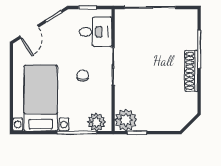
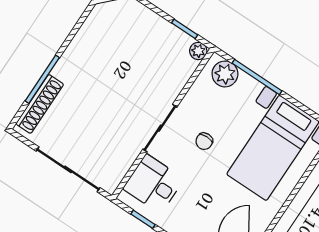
shoe rack: (191, 71) -> (40, 104), moved
plant: (126, 120) -> (198, 51), width x0.53, depth x0.53

